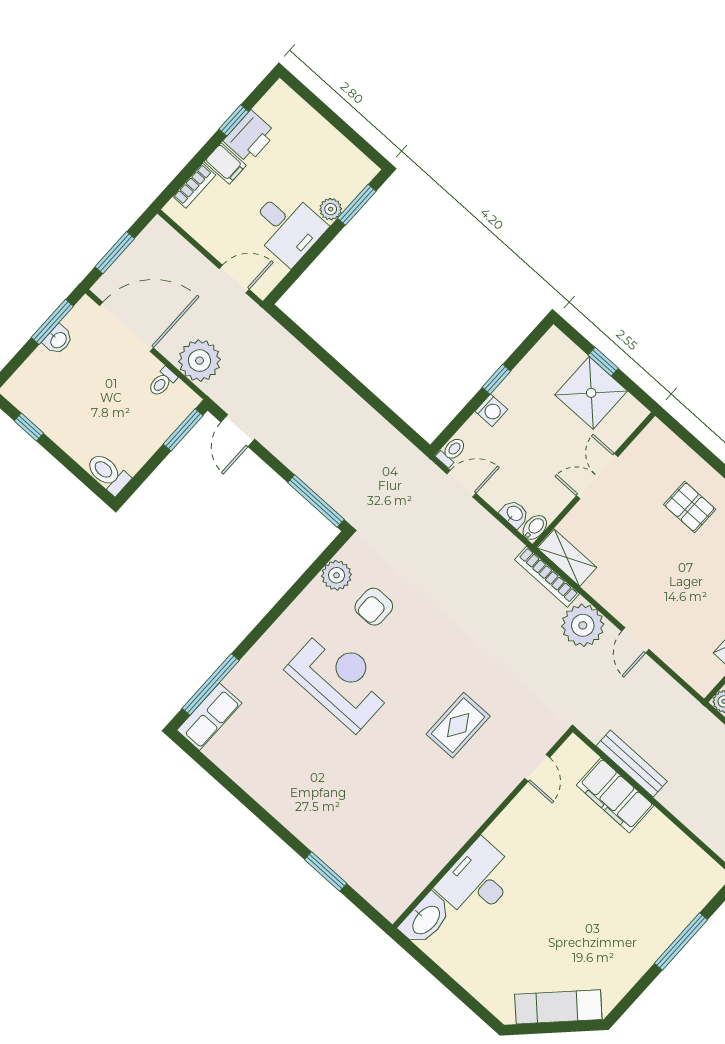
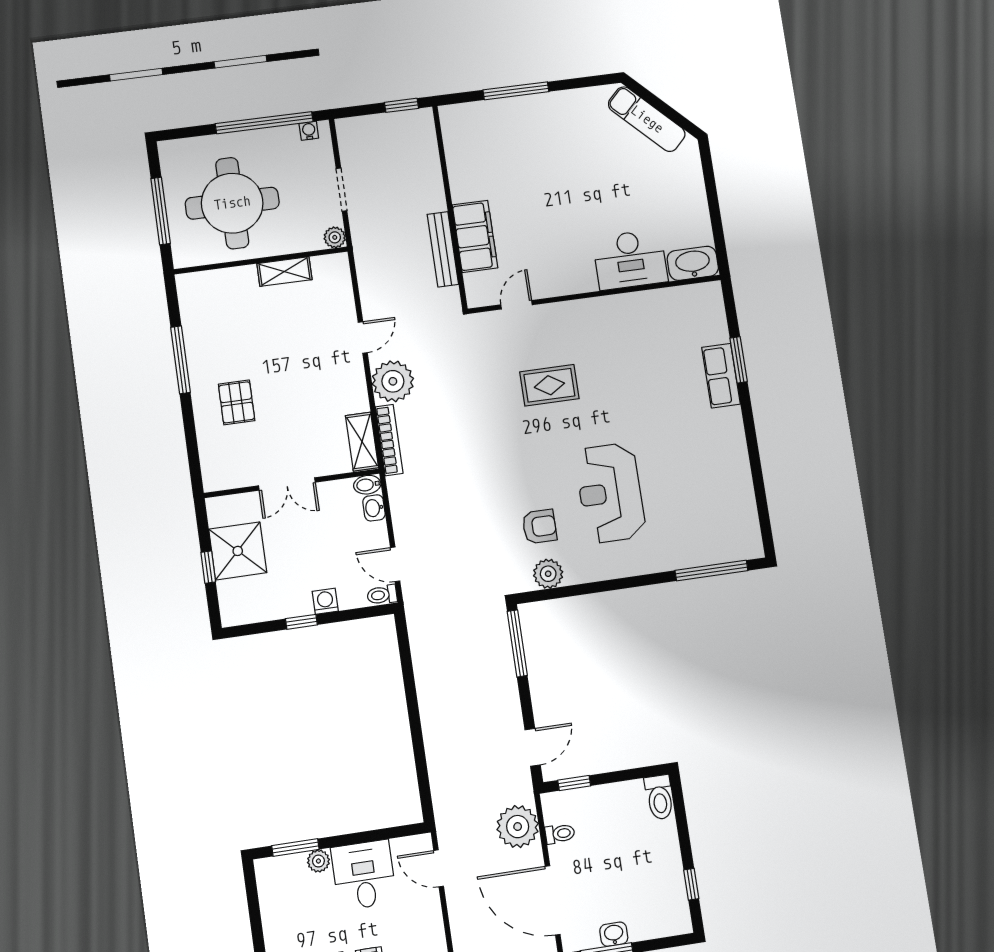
window: (183, 430) -> (574, 783), width x0.67
row of seats: (209, 717) -> (721, 376), moved, turned -90

